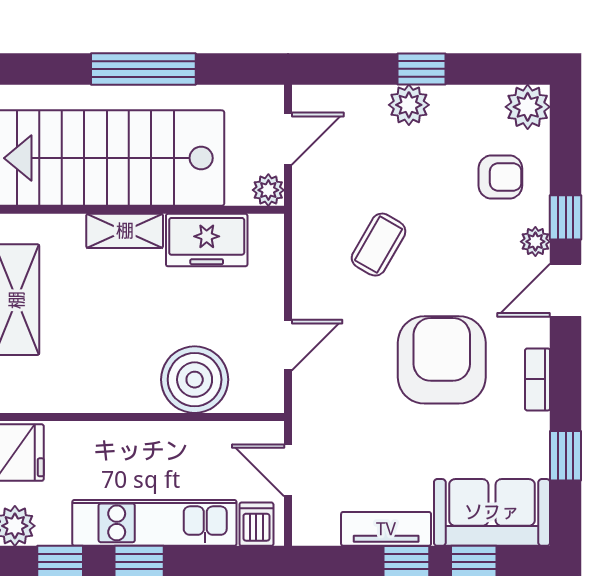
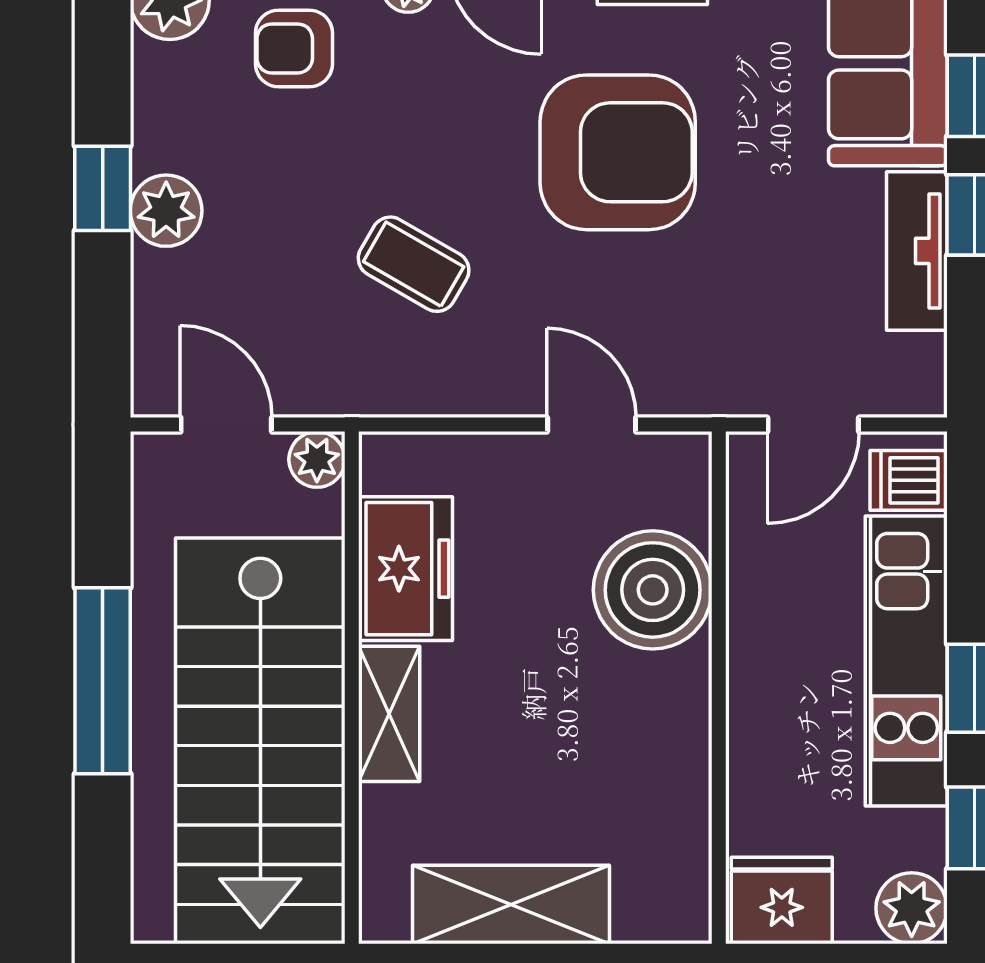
armchair: (500, 177) -> (294, 48), turned -90
armchair: (442, 360) -> (618, 152), turned 180

